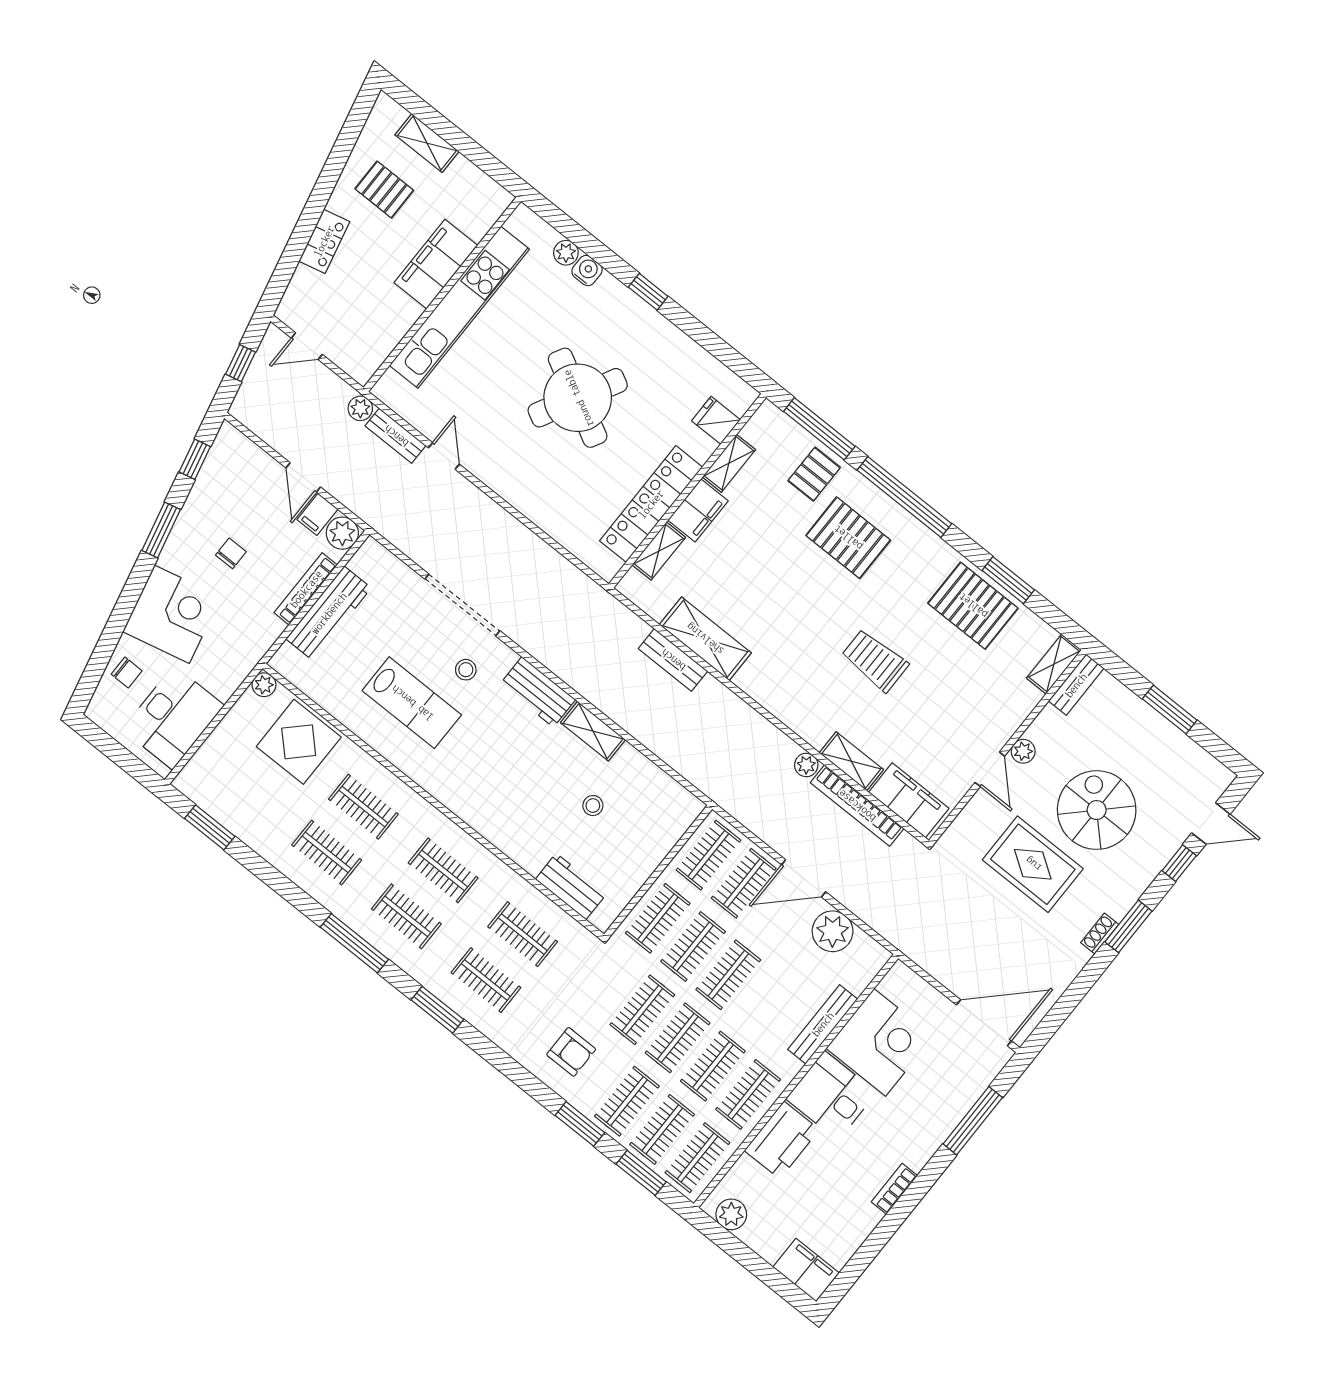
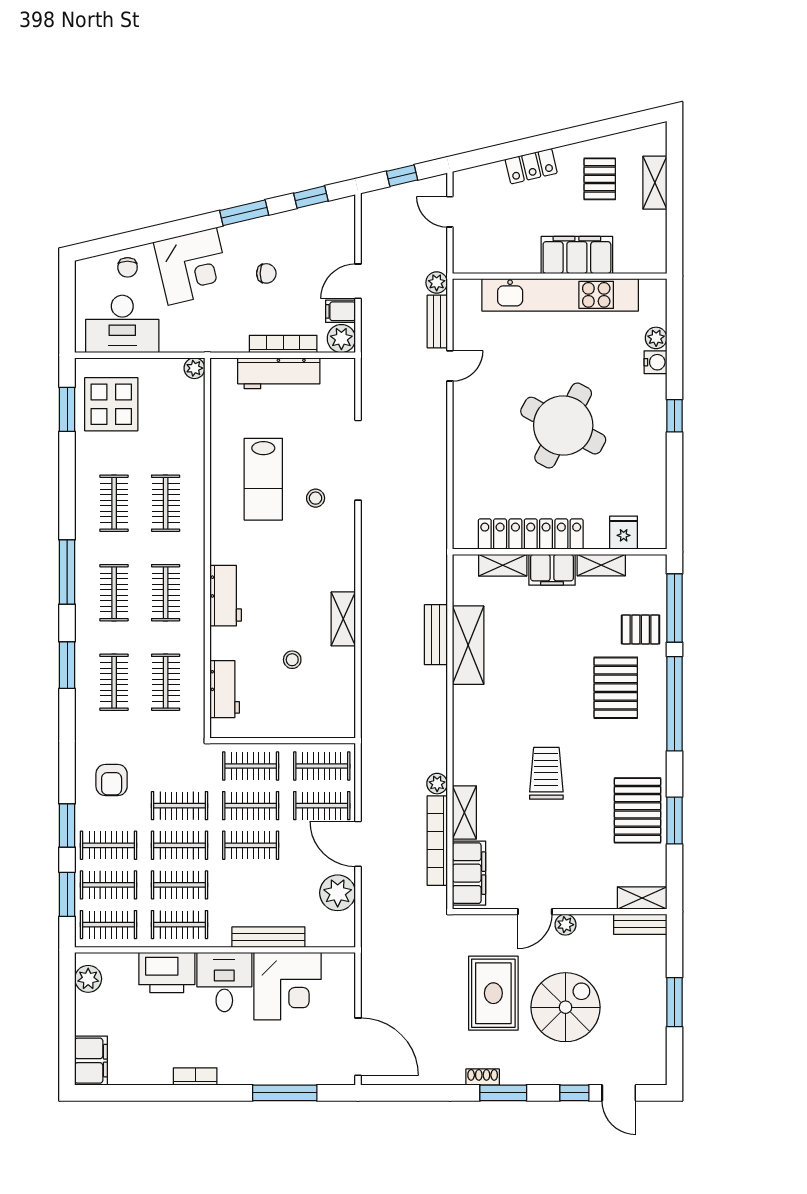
workbench: (538, 692) -> (226, 596), moved, turned 180
display table: (299, 742) -> (111, 404), moved

